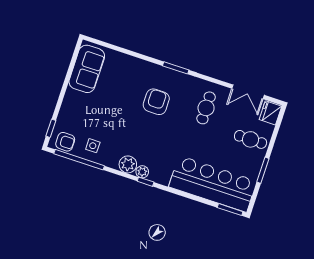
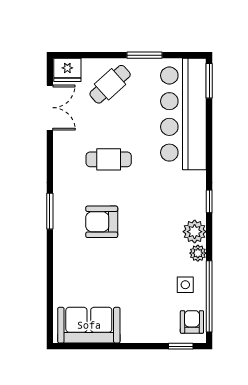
cafe table: (206, 108) -> (109, 159), moved
cafe table: (251, 139) -> (110, 84), turned 48
plant: (142, 172) -> (198, 253), moved

